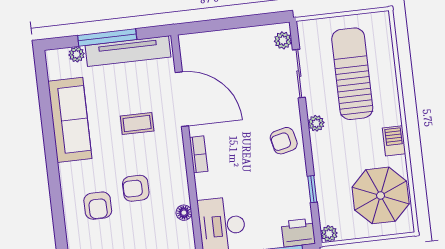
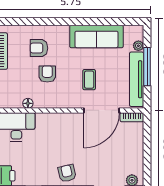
bookcase: (199, 154) -> (132, 117), moved

